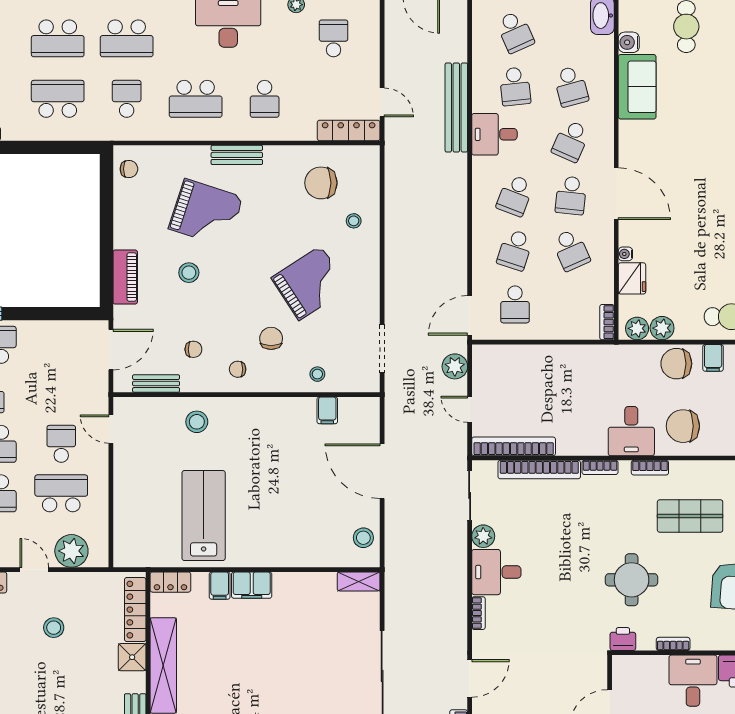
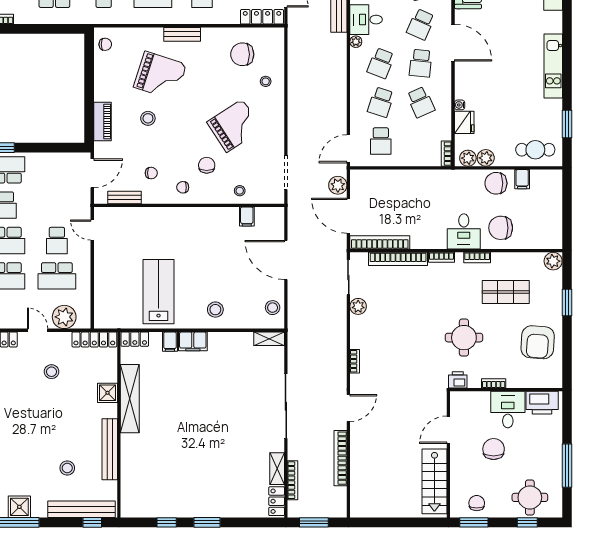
plant: (480, 165) -> (356, 42), added
door: (616, 194) -> (453, 43), moved
door: (470, 409) -> (348, 216), width x1.88
stool: (197, 422) -> (215, 310), moved
school desk: (61, 444) -> (57, 241), turned 180
school desk: (61, 493) -> (57, 276), turned 180
desk: (496, 572) -> (367, 332), removed
locker: (135, 610) -> (94, 339), moved, turned -90

